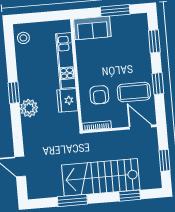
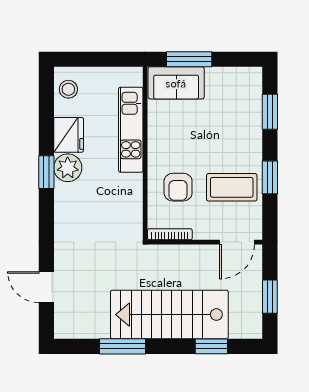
window: (115, 11) -> (189, 59), moved
fridge: (67, 100) -> (69, 135), moved, turned 180
plant: (29, 108) -> (68, 168), moved
door: (140, 127) -> (237, 242), swing flipped

